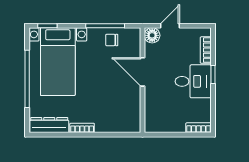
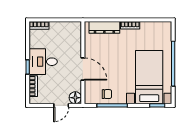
dresser: (49, 125) -> (104, 27), moved

